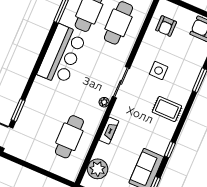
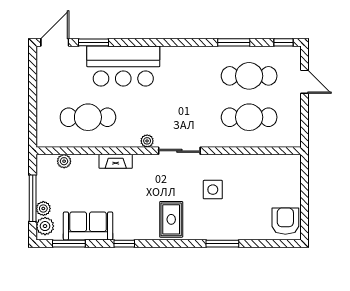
armchair: (166, 26) -> (270, 176), removed
bar counter: (62, 55) -> (123, 66), moved
plant: (98, 169) -> (64, 161), width x0.53, depth x0.53

